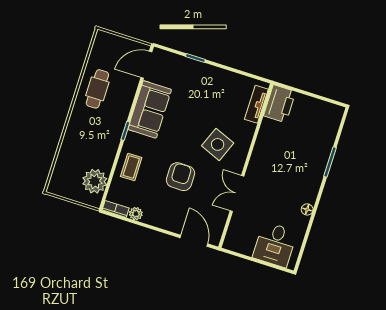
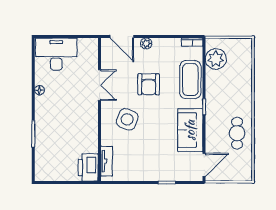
coffee table: (131, 167) -> (190, 80), width x1.86, depth x1.72
plant: (136, 214) -> (146, 44), moved
desk: (275, 244) -> (56, 54), width x1.37

